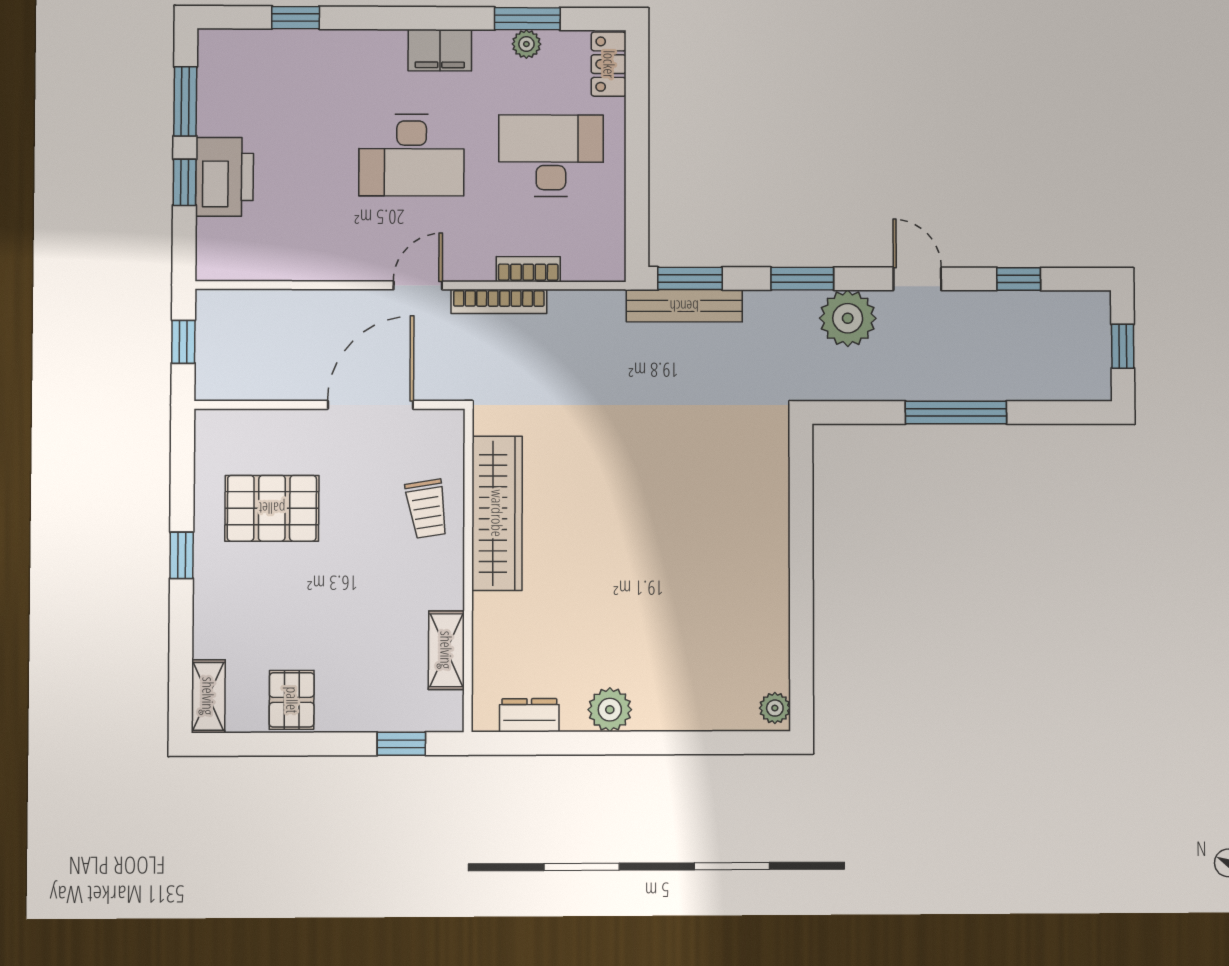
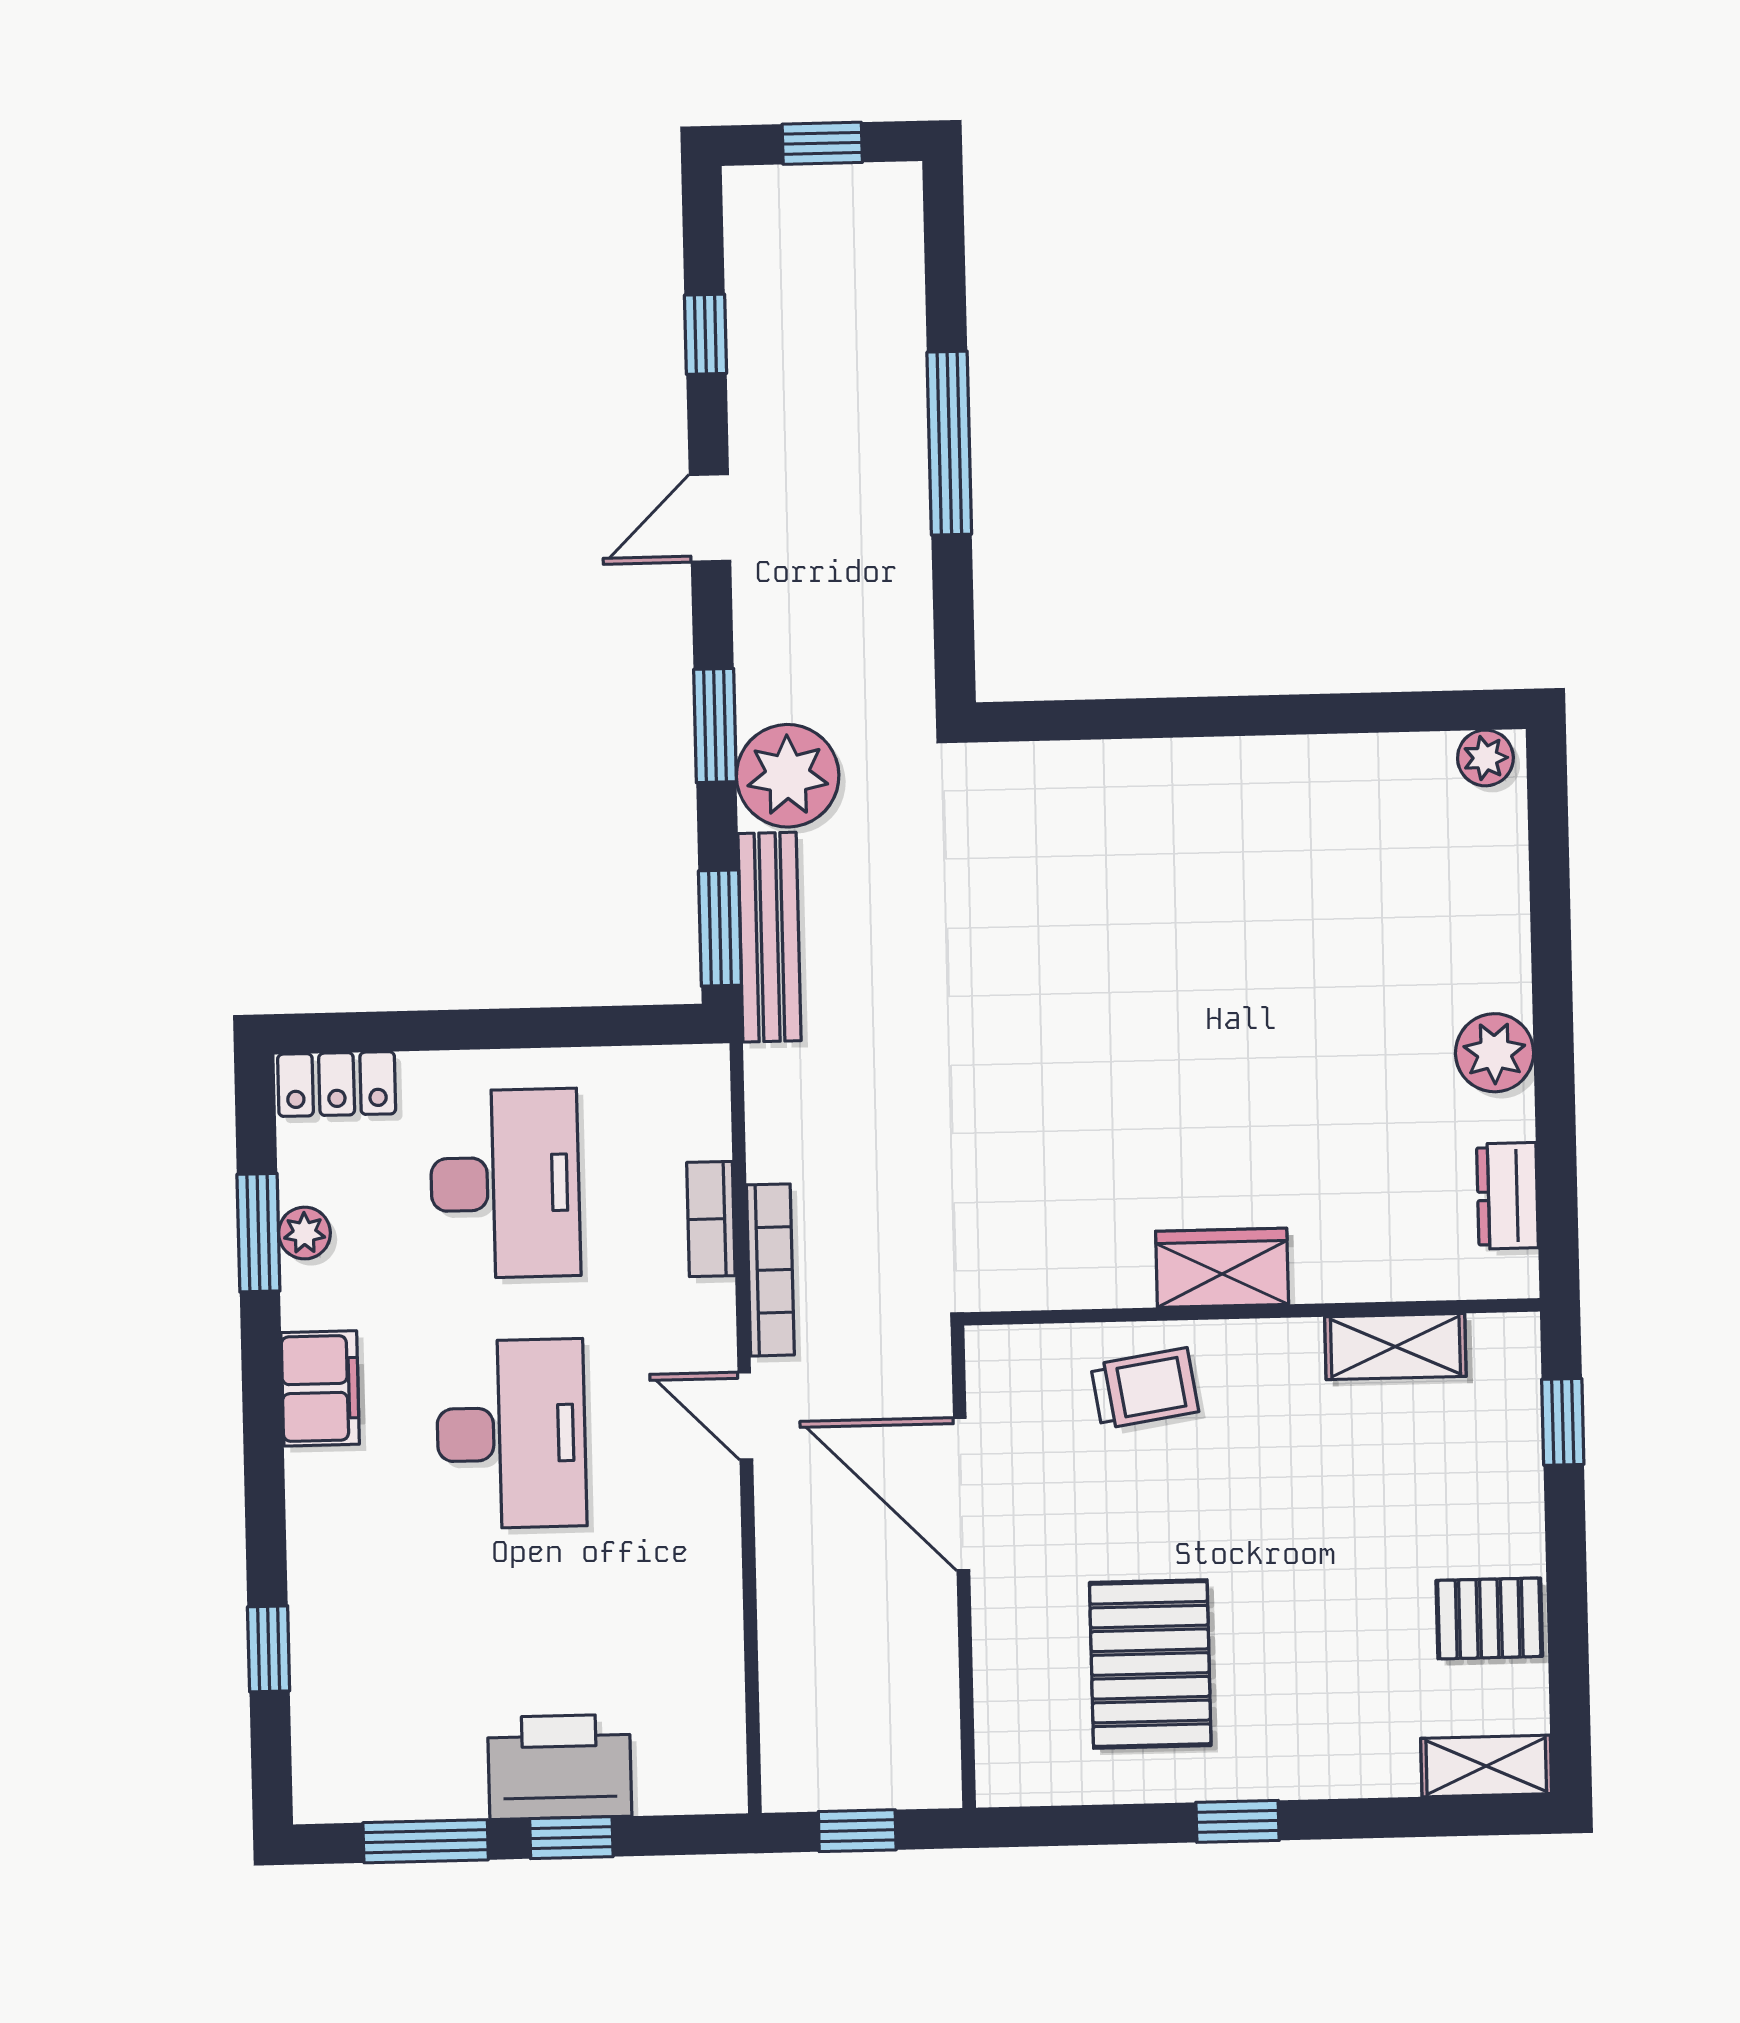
desk: (551, 156) -> (505, 1184), turned 180
plant: (848, 318) -> (788, 776), moved
wardrobe: (497, 513) -> (1222, 1268), width x0.48, depth x0.85

